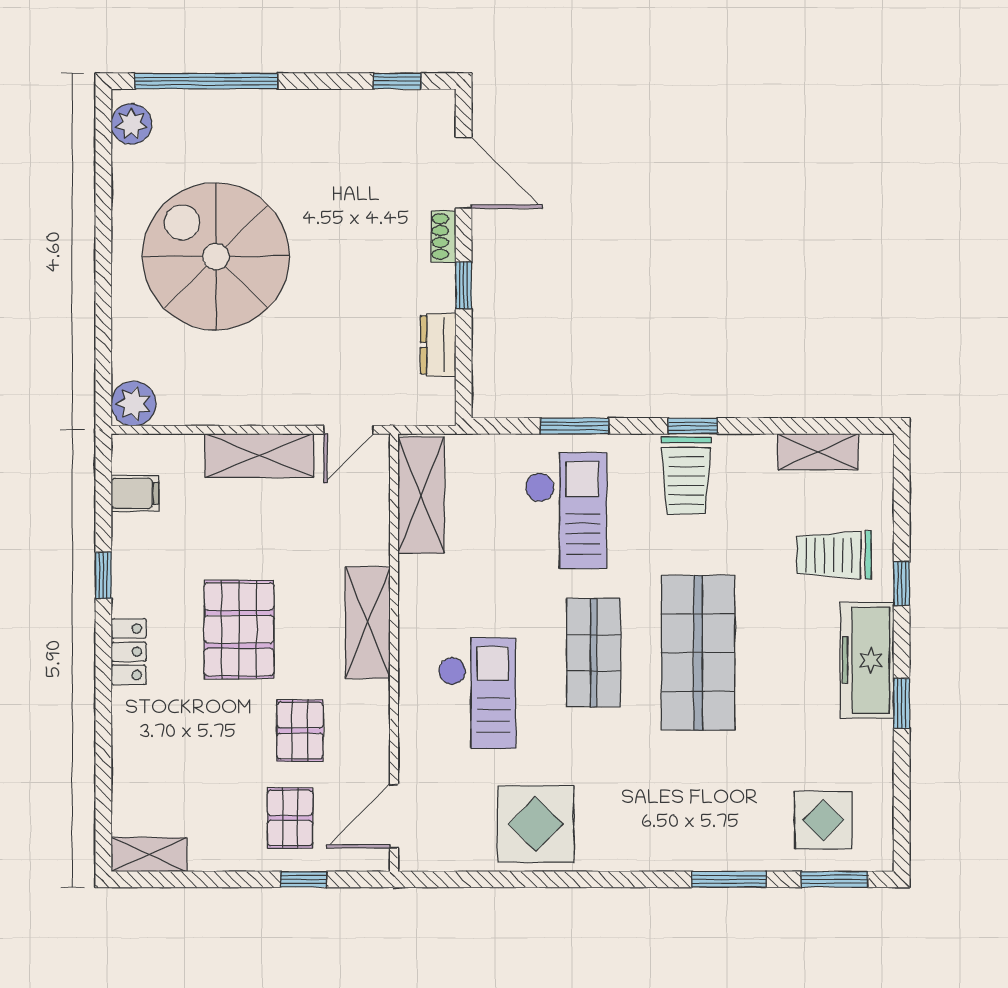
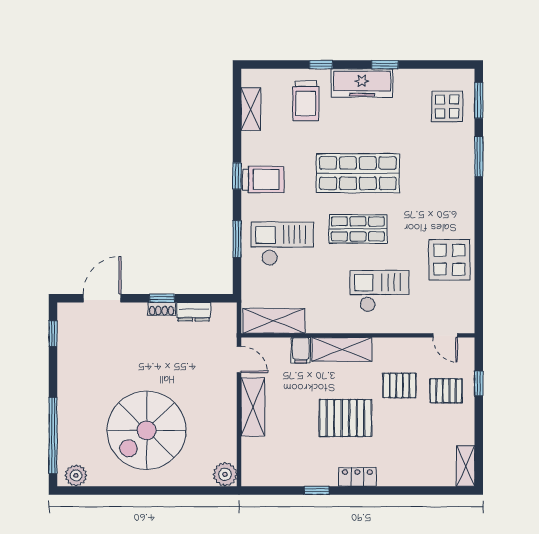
shoe rack: (443, 236) -> (162, 309), moved
filing cabinet: (135, 493) -> (301, 350), moved, turned 180
door: (394, 816) -> (445, 335), width x0.73

